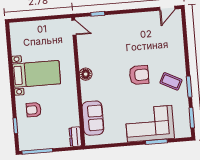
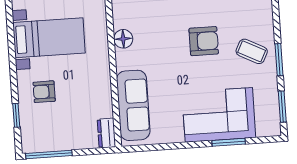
sofa: (93, 118) -> (133, 105), width x1.36

